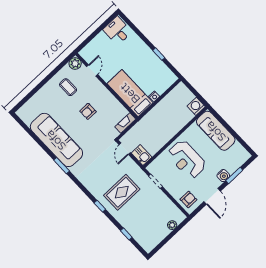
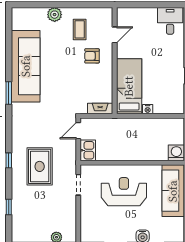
plant: (75, 64) -> (55, 15), moved
armchair: (88, 111) -> (92, 56), moved
reception desk: (187, 159) -> (124, 192), turned 90
rug: (122, 192) -> (40, 166), turned 90
armchair: (188, 199) -> (92, 228), removed

